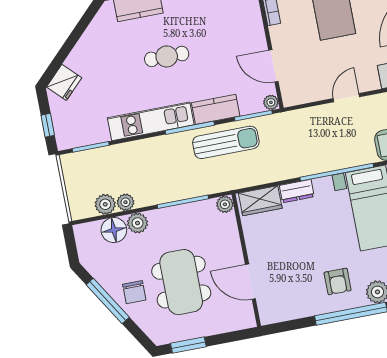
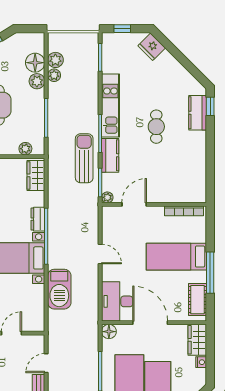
sun lounger: (226, 142) -> (84, 158), turned 180
dresser: (297, 191) -> (38, 219), moved
plant: (225, 204) -> (25, 149), moved

